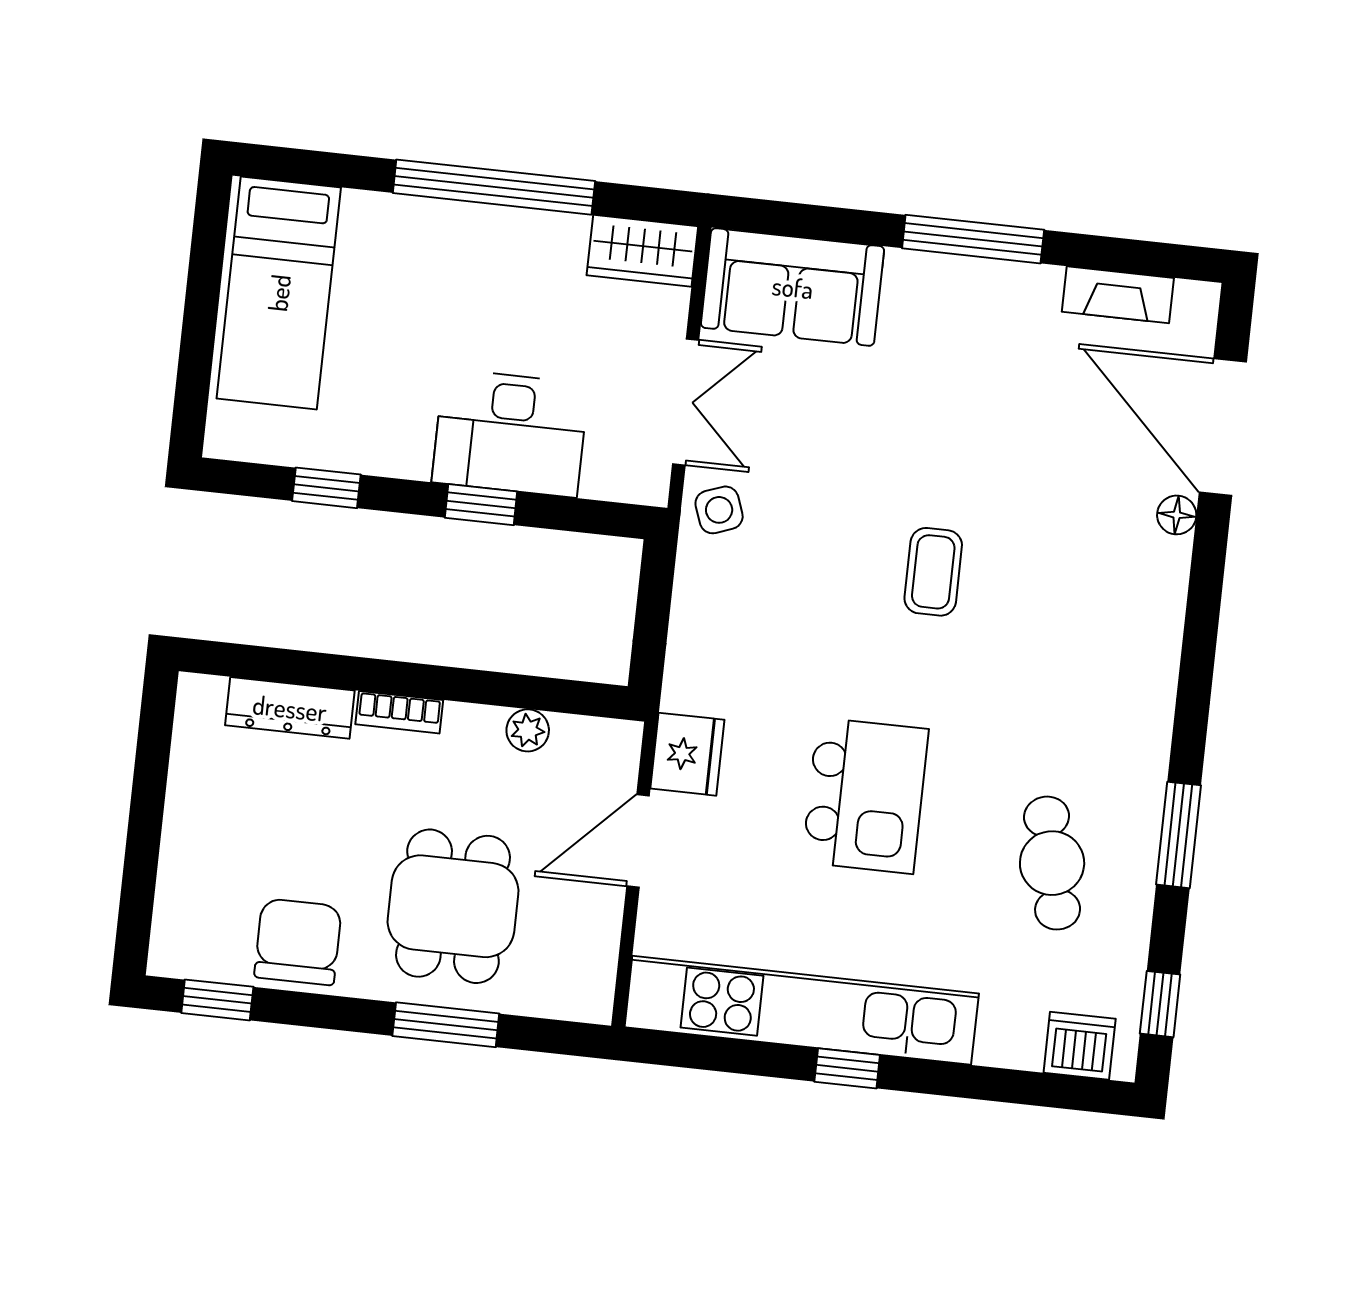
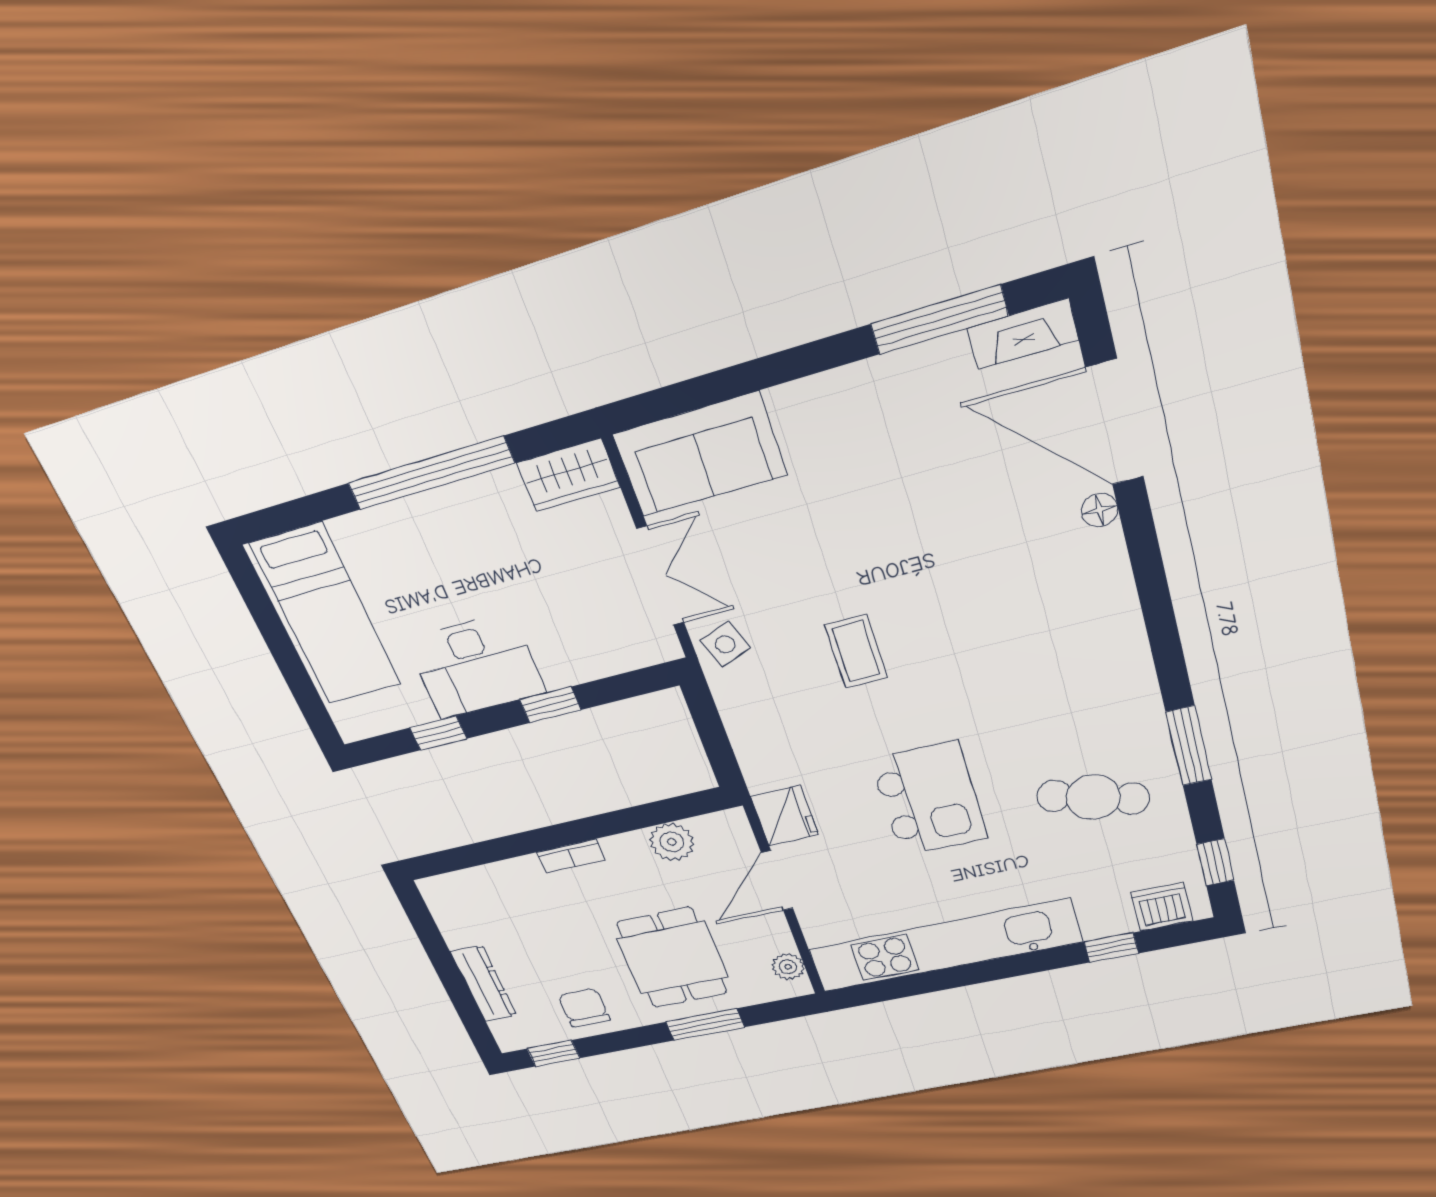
window: (973, 239) -> (939, 320), moved
fireplace: (1118, 295) -> (1023, 334), moved
desk: (510, 433) -> (476, 666), moved
coffee table: (933, 572) -> (856, 651), moved
dresser: (290, 708) -> (484, 983), moved, turned -90
plant: (528, 730) -> (672, 842), width x1.38, depth x1.38
cafe table: (1052, 863) -> (1093, 797), turned -60
chair: (298, 942) -> (584, 1008), width x0.73, depth x0.73
plant: (595, 973) -> (788, 967), added
window: (847, 1068) -> (1111, 948), moved

